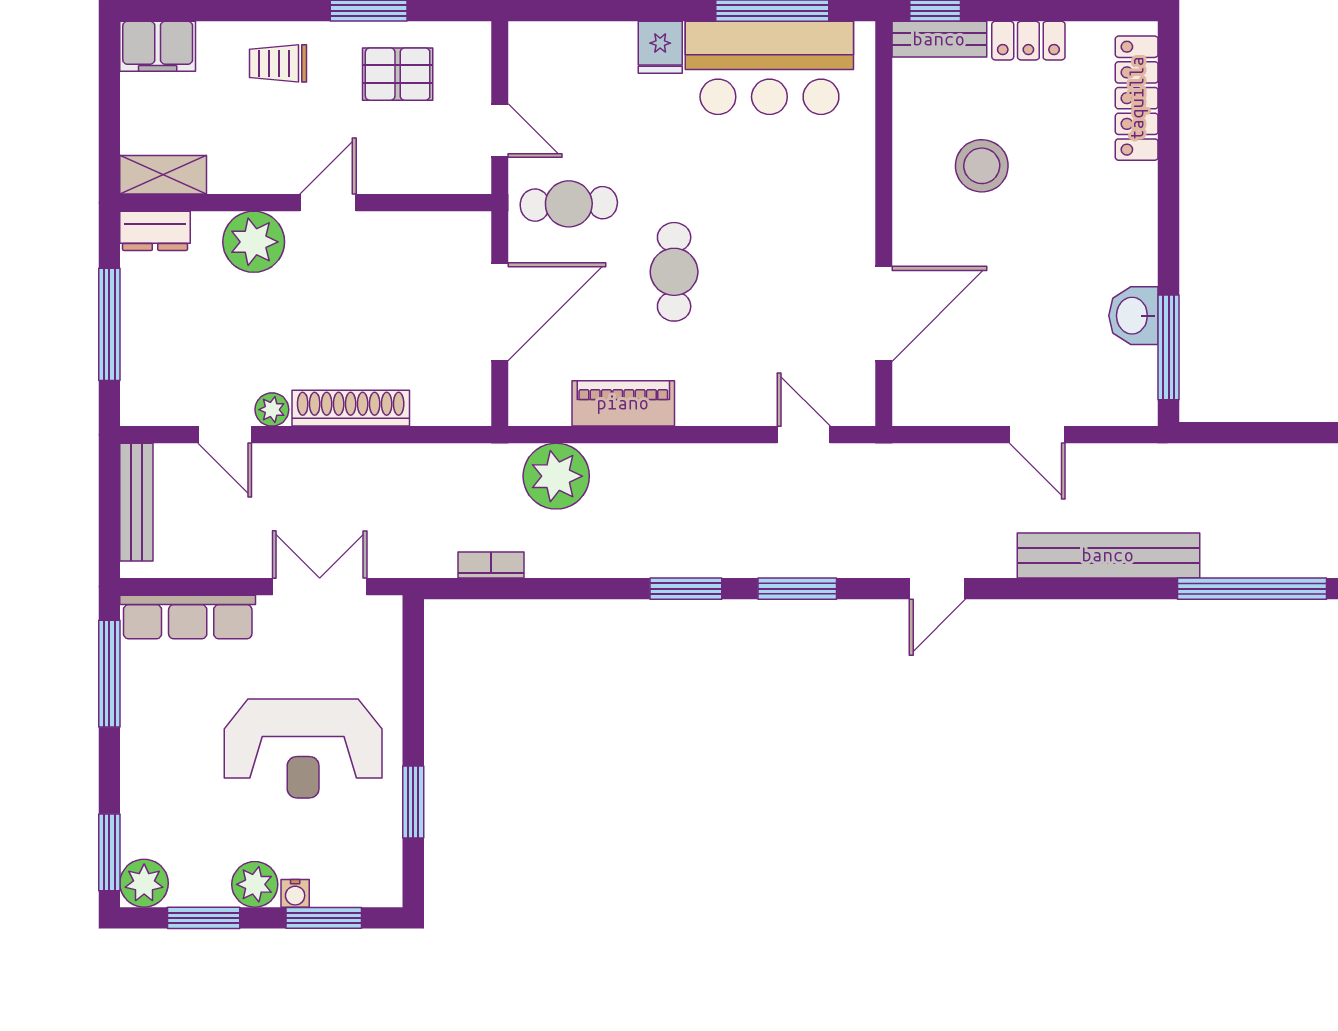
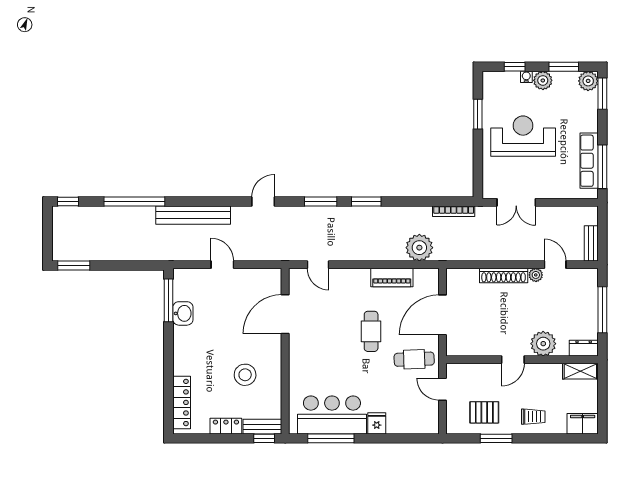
bench: (136, 502) -> (591, 243), width x0.73
bookcase: (491, 565) -> (454, 211), width x1.56
row of seats: (188, 617) -> (589, 161), moved, turned -90
window: (324, 918) -> (515, 67), width x0.67

